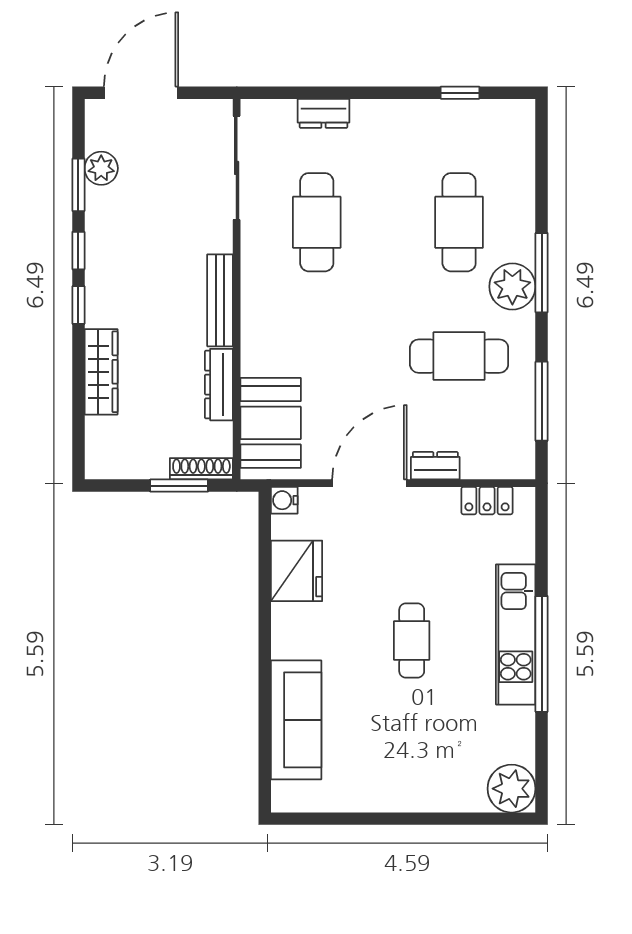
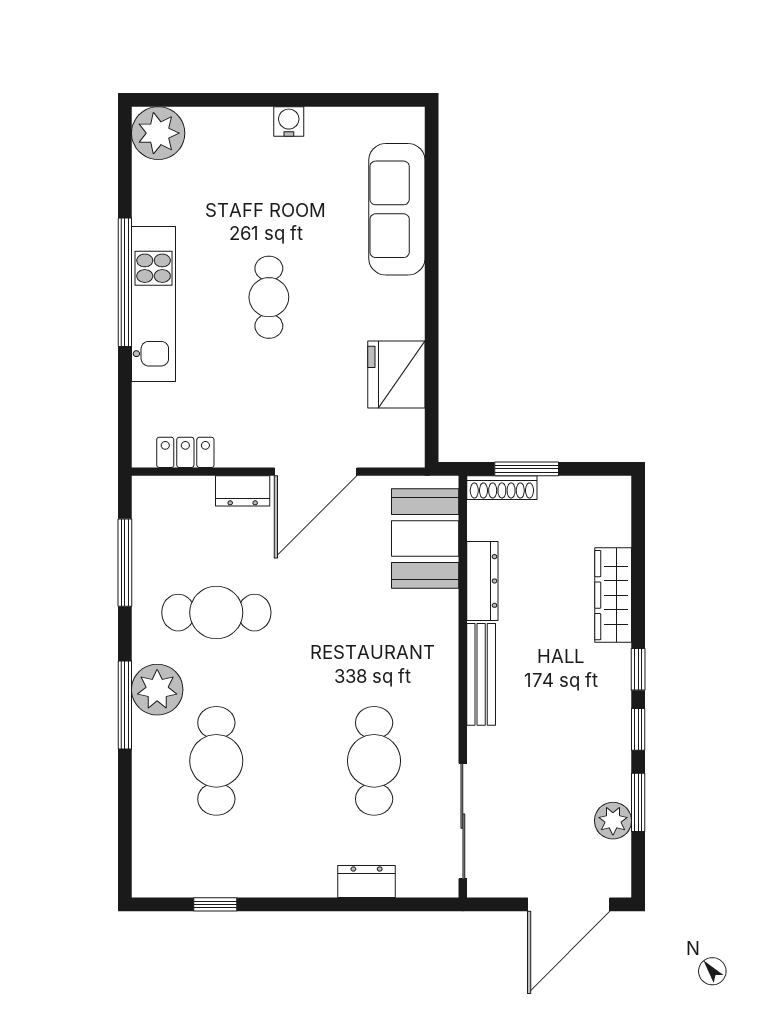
water cooler: (284, 500) -> (289, 121), moved, turned -90

